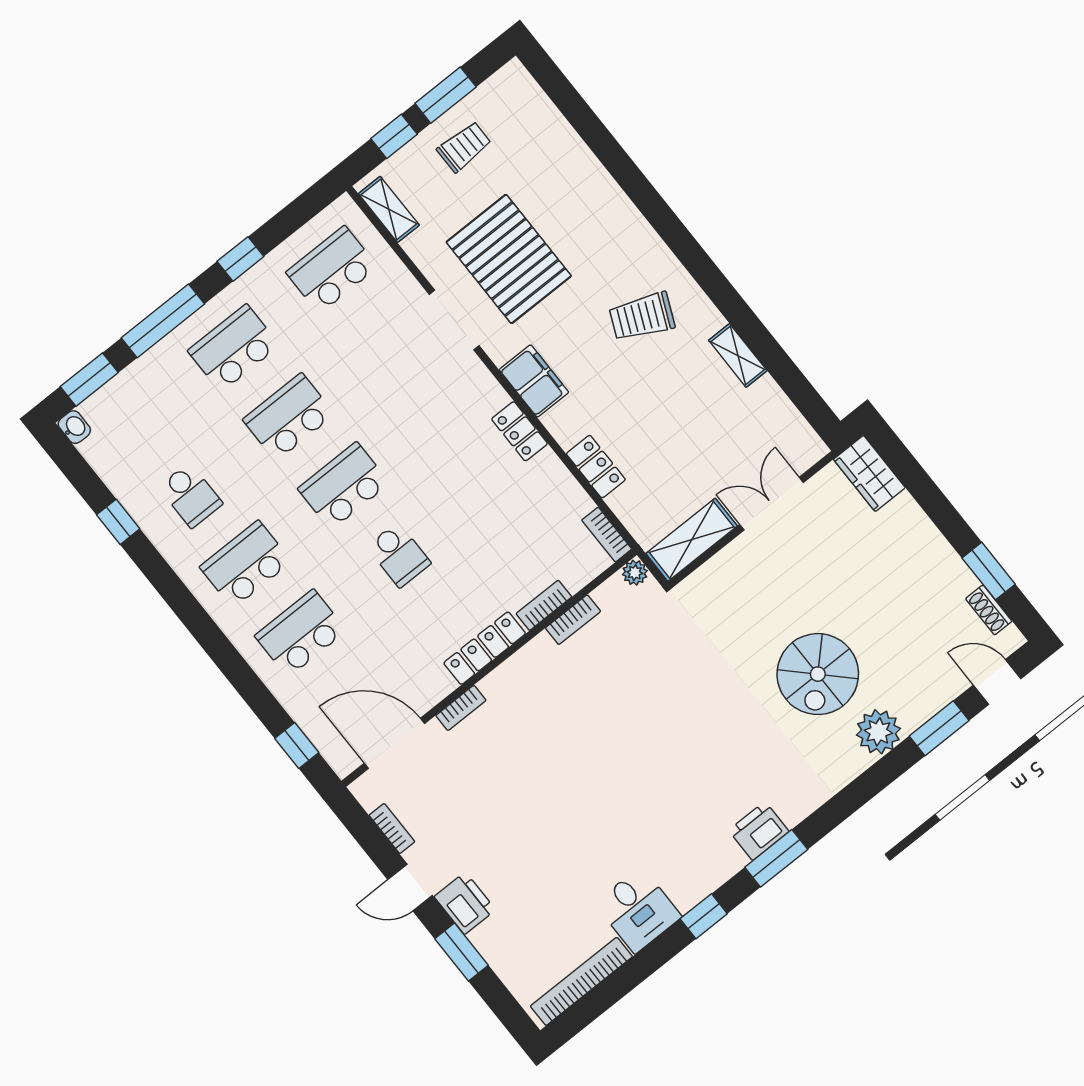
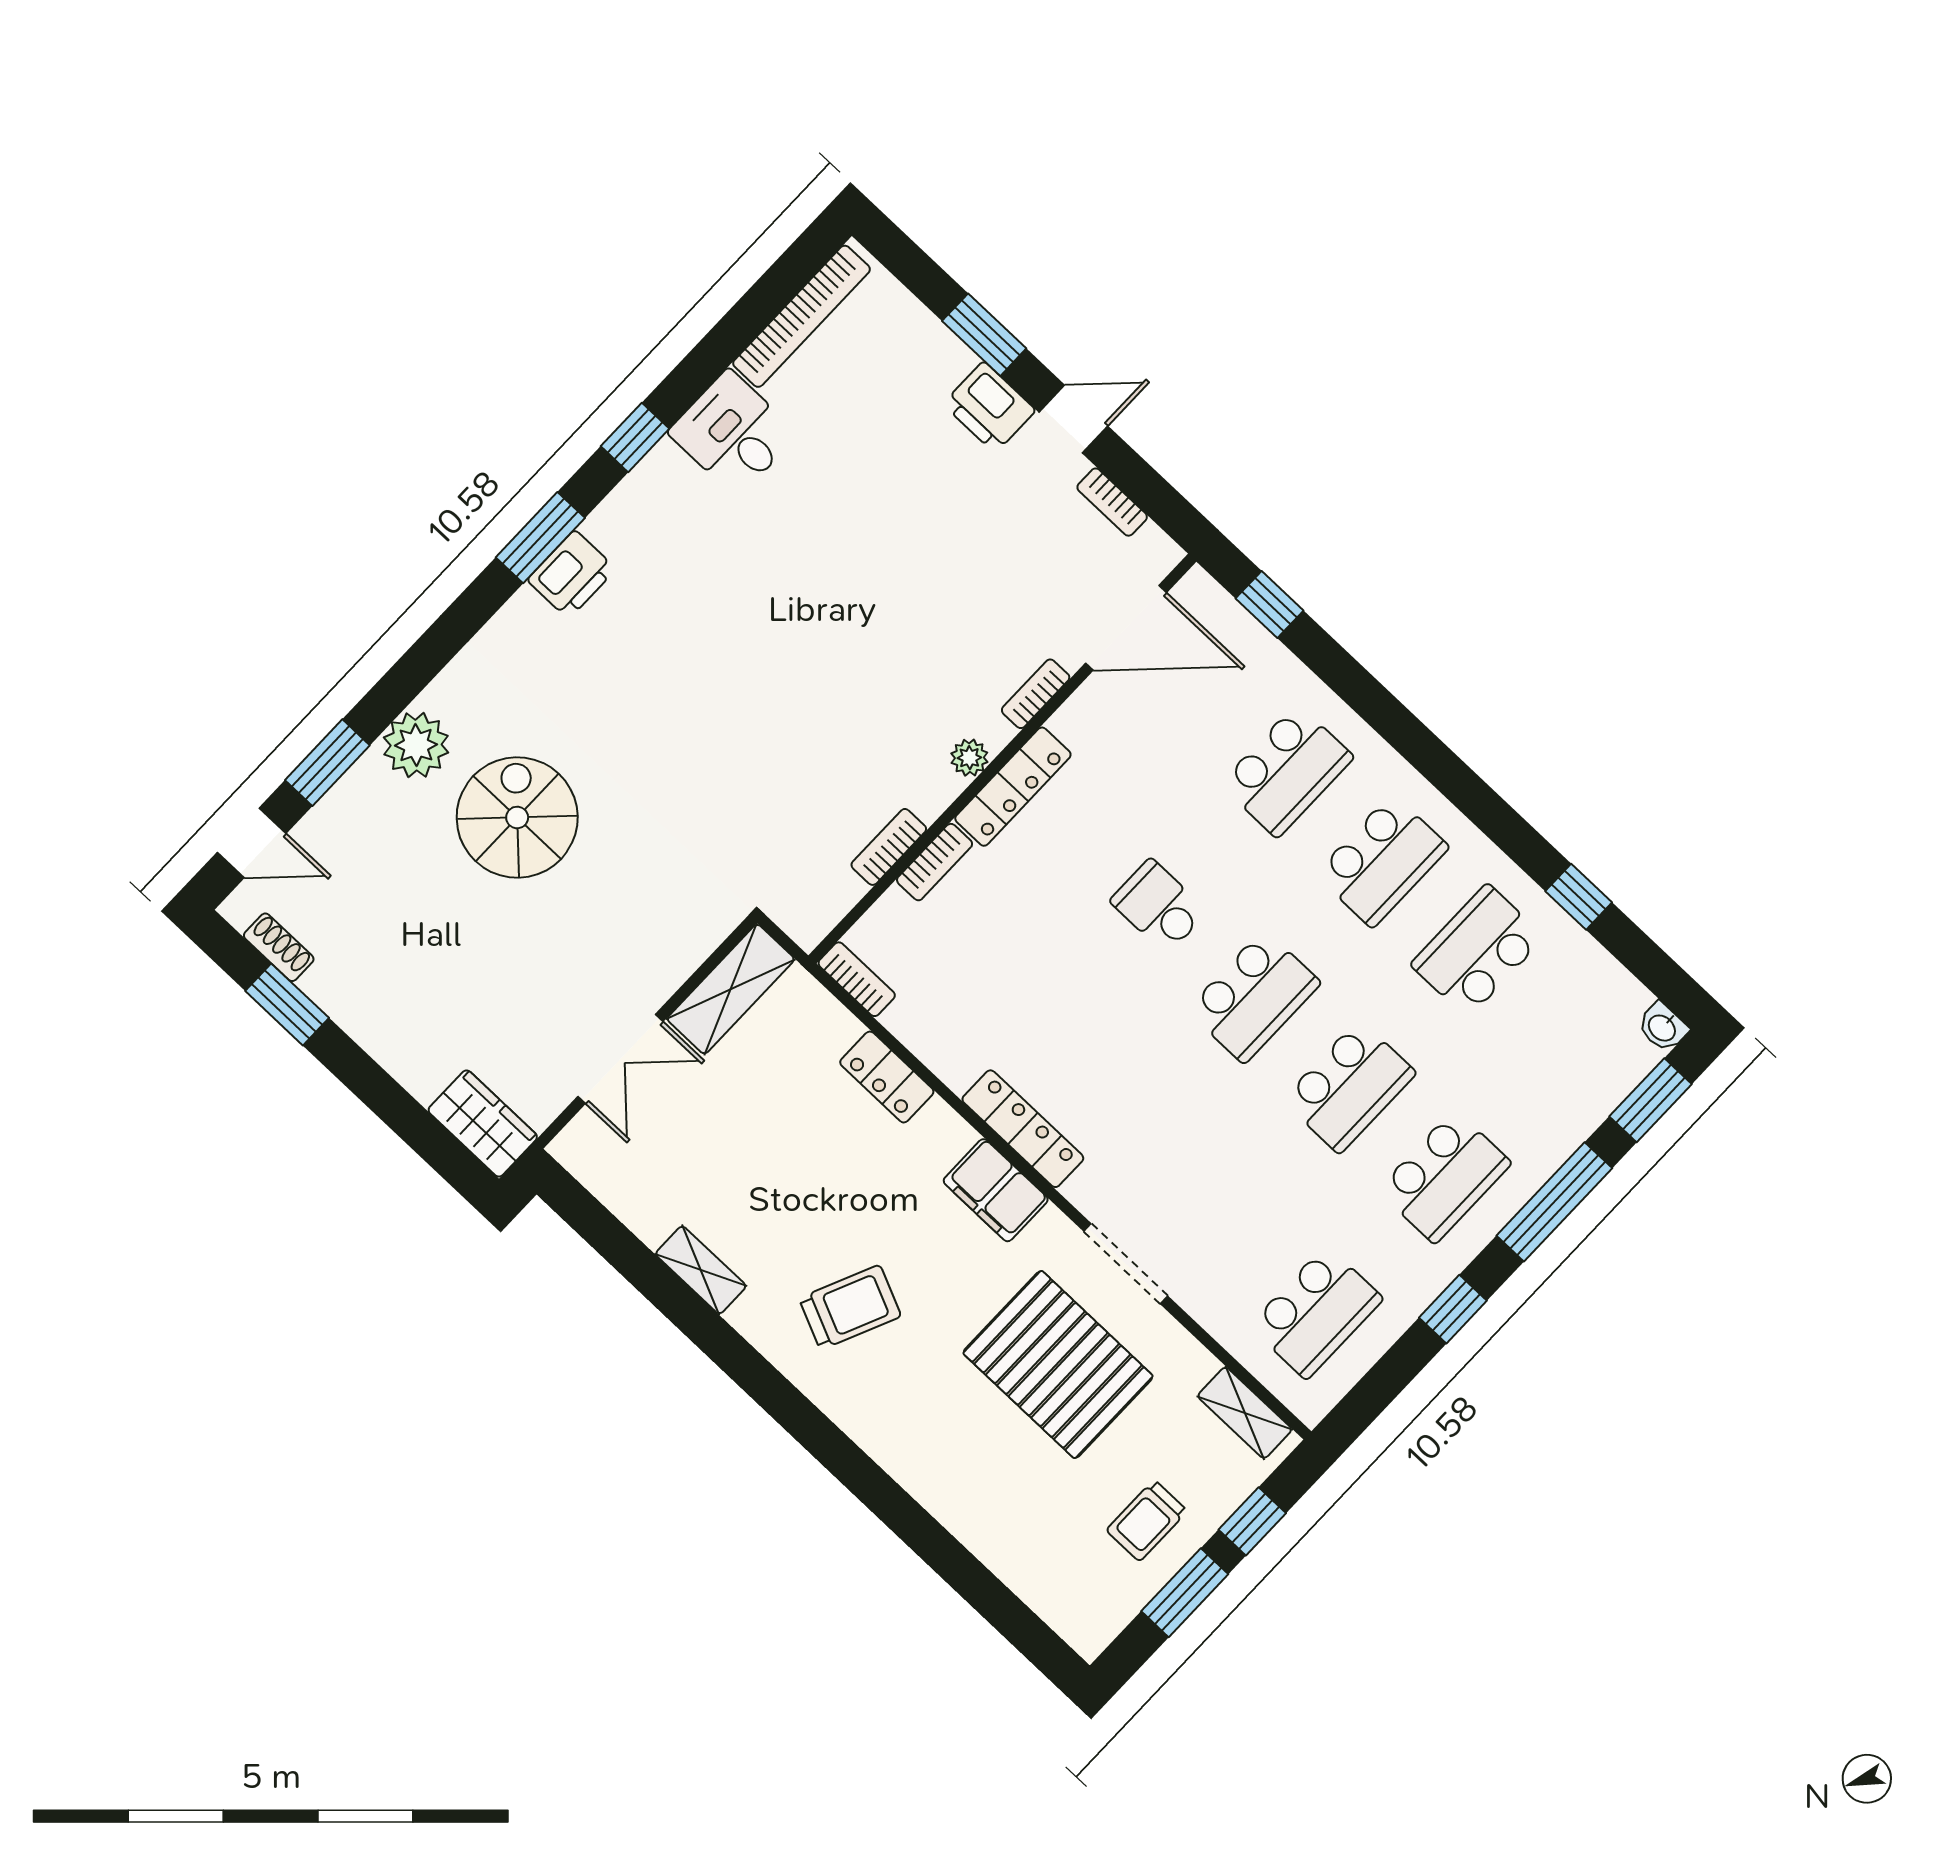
locker: (520, 431) -> (1023, 1129), width x1.53
school desk: (191, 495) -> (1477, 951), width x1.85
plant: (635, 573) -> (969, 758), moved

